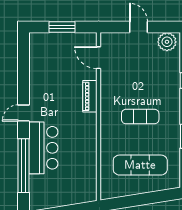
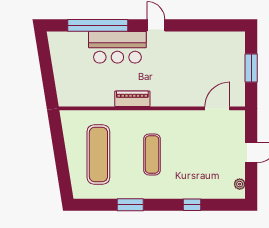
plant: (167, 42) -> (240, 184), width x0.53, depth x0.53
piano: (90, 96) -> (132, 99), moved

